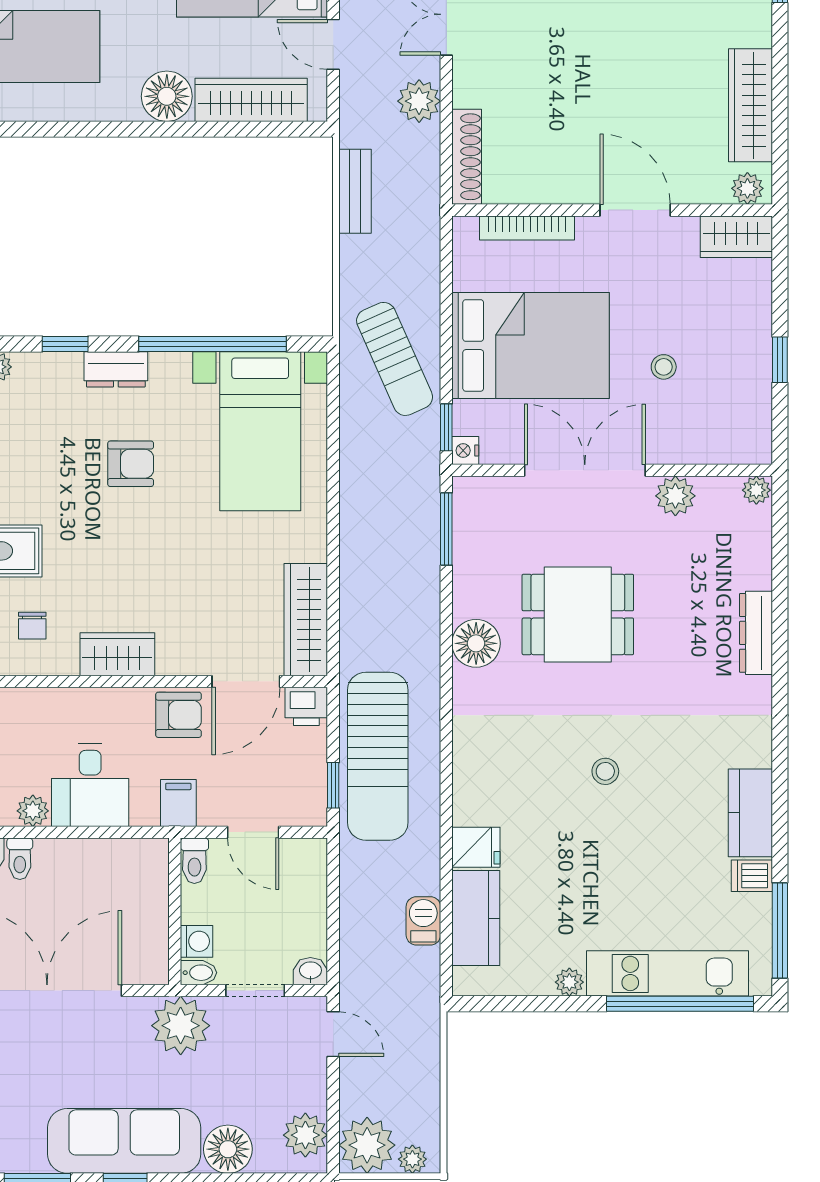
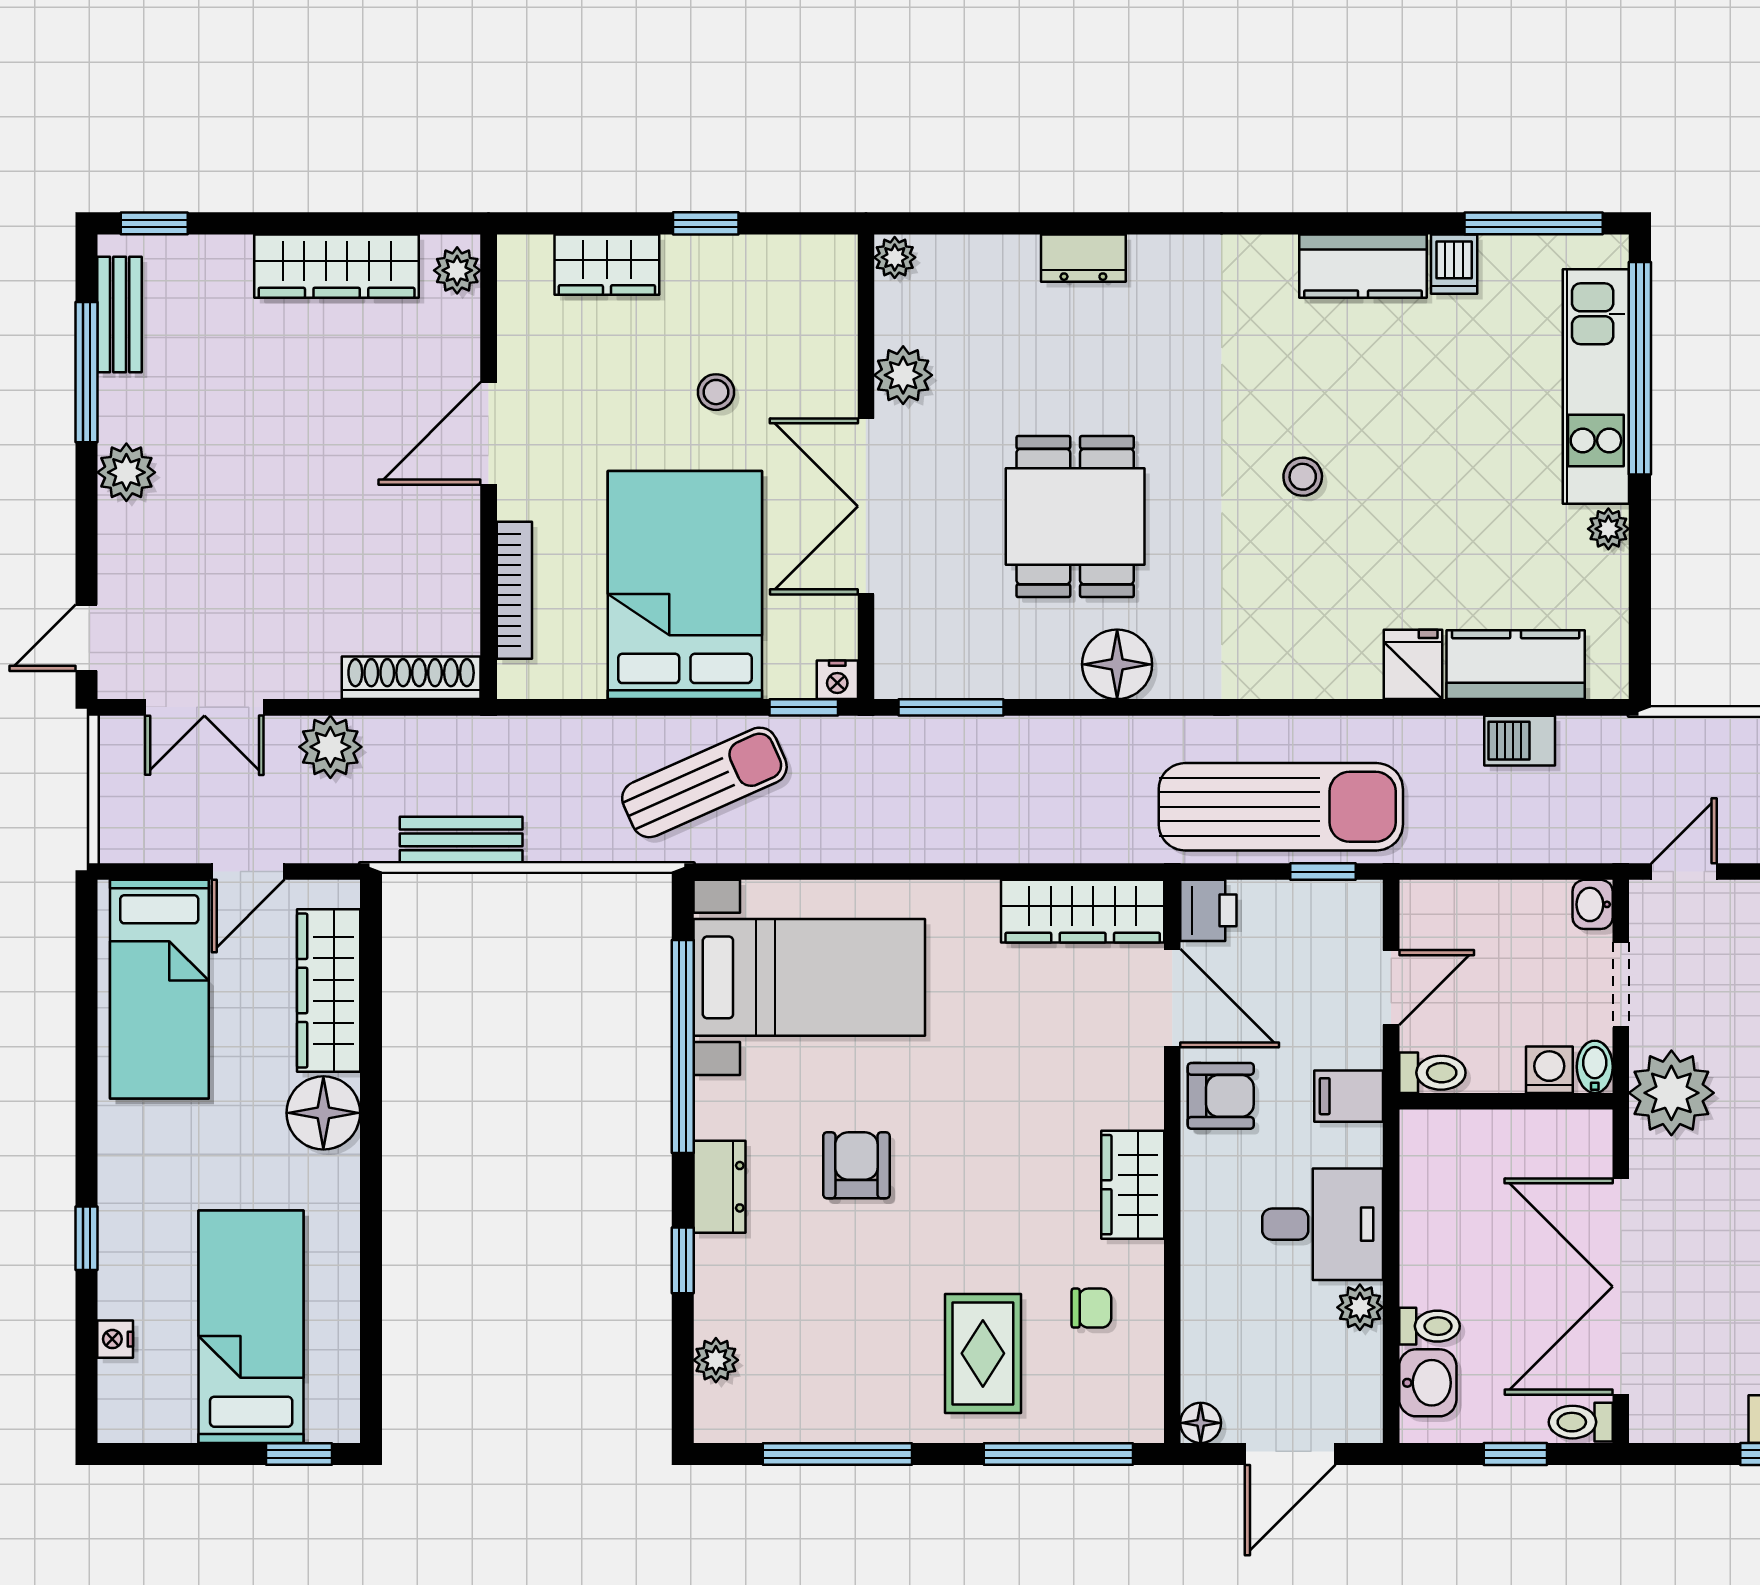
wardrobe: (736, 237) -> (607, 265), moved, turned 90
dresser: (756, 633) -> (1083, 258), width x0.70
armchair: (179, 715) -> (1221, 1096), turned 90

